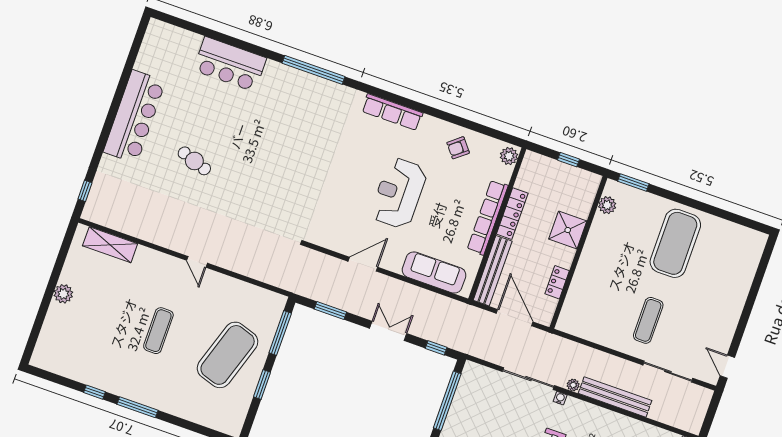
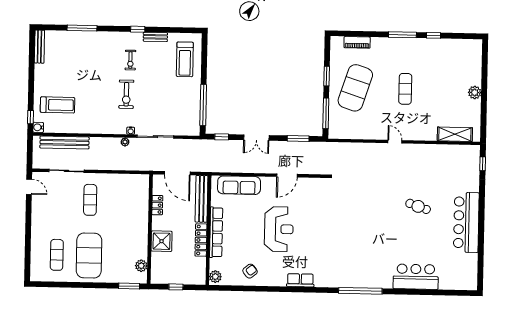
row of seats: (392, 112) -> (300, 280), width x0.68
exercise mat: (720, 259) -> (57, 255), added
bench: (615, 397) -> (64, 142), moved
piano: (204, 417) -> (357, 42), added

